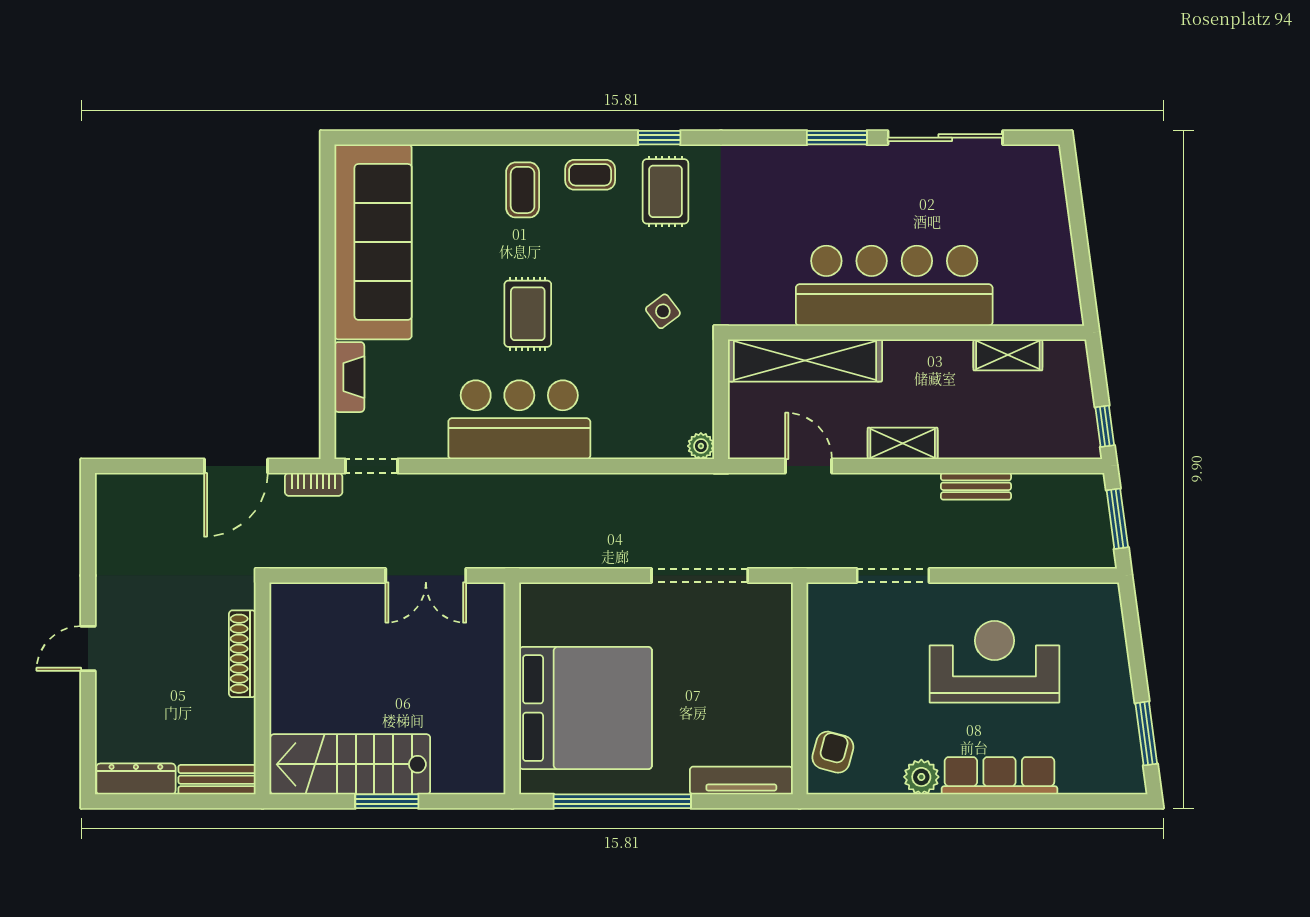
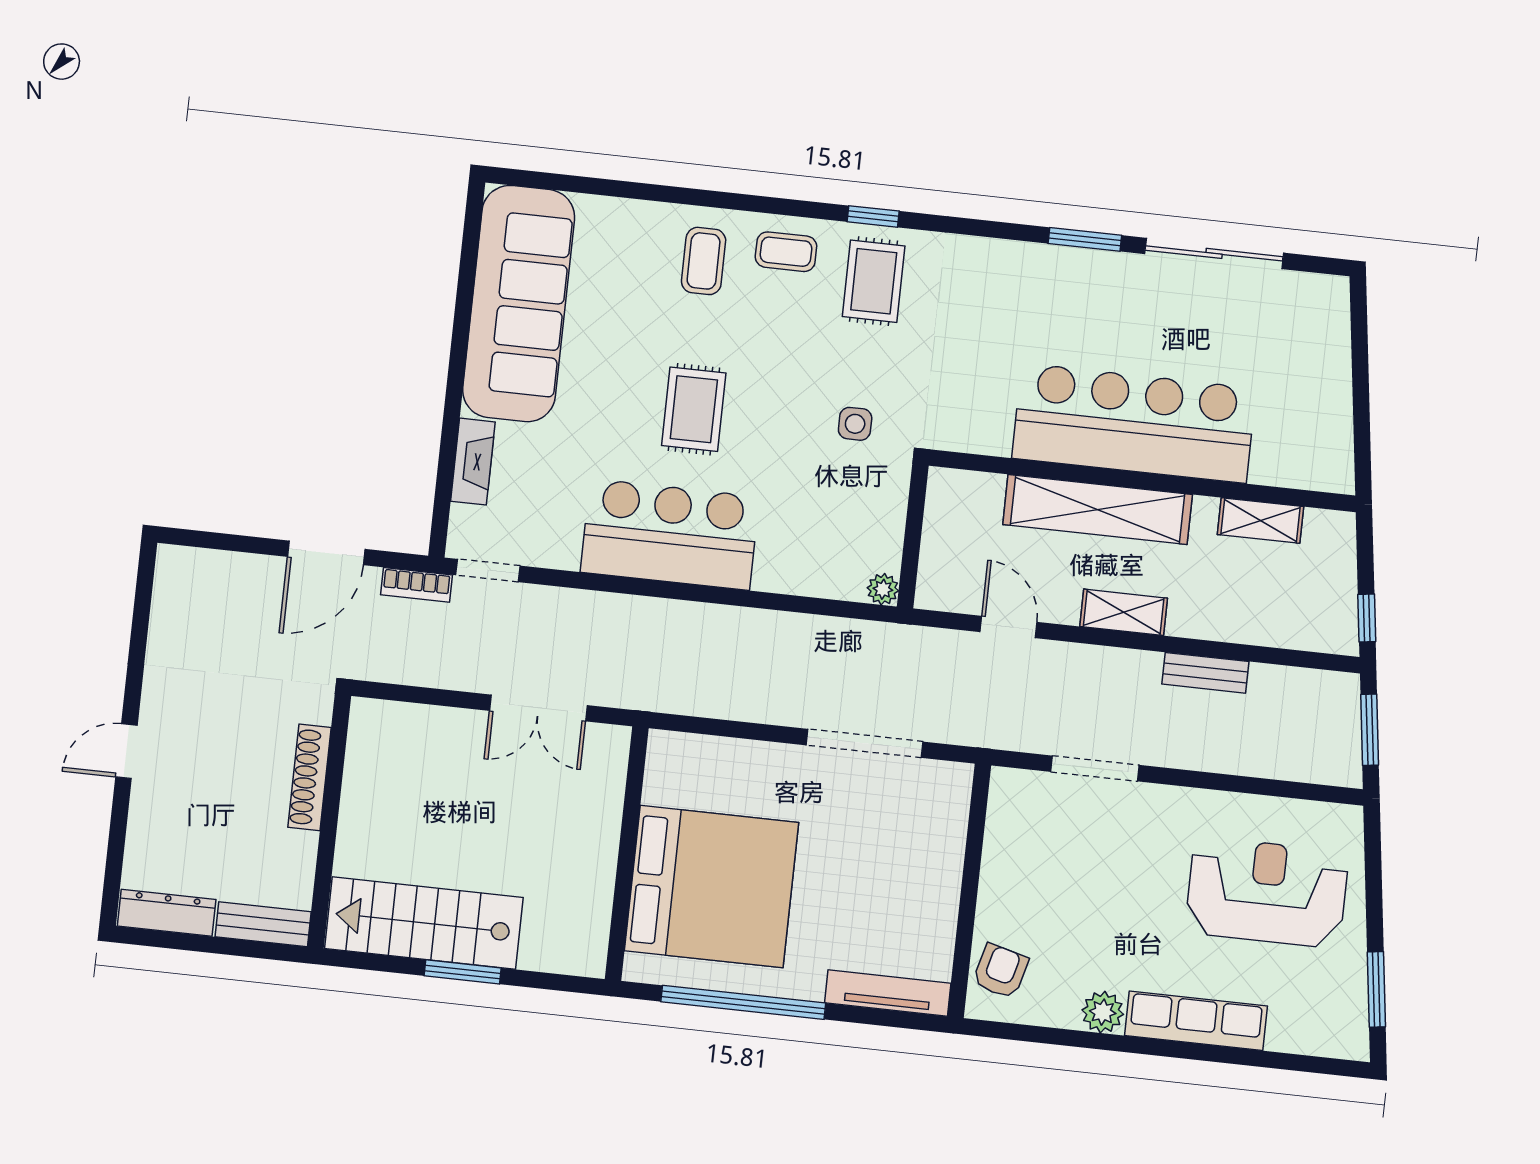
side table: (663, 311) -> (855, 424), turned 37
shelving: (805, 361) -> (1098, 509), moved
reception desk: (994, 662) -> (1267, 892), moved

